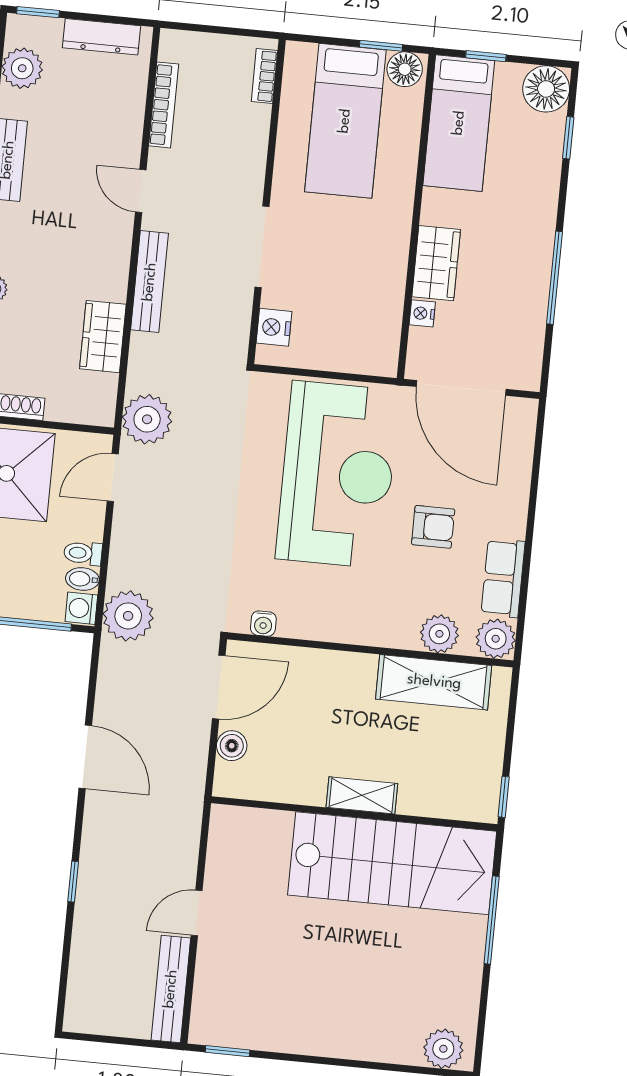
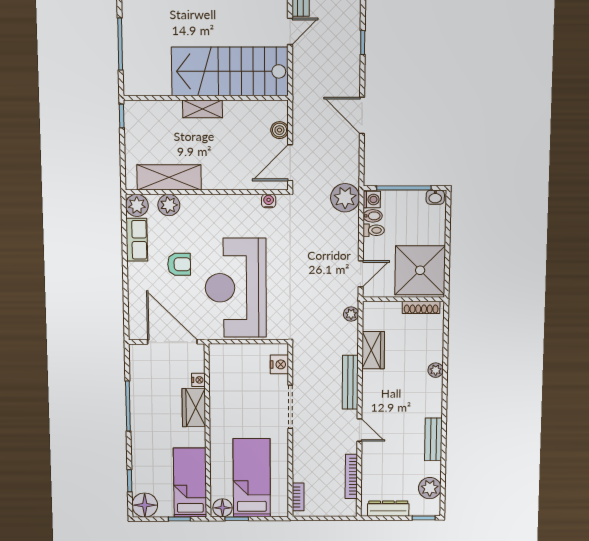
plant: (147, 419) -> (351, 314), width x0.53, depth x0.53
armchair: (433, 527) -> (179, 264), turned 180
stairs: (392, 863) -> (230, 71), moved

